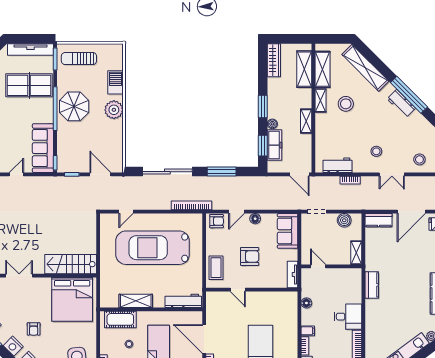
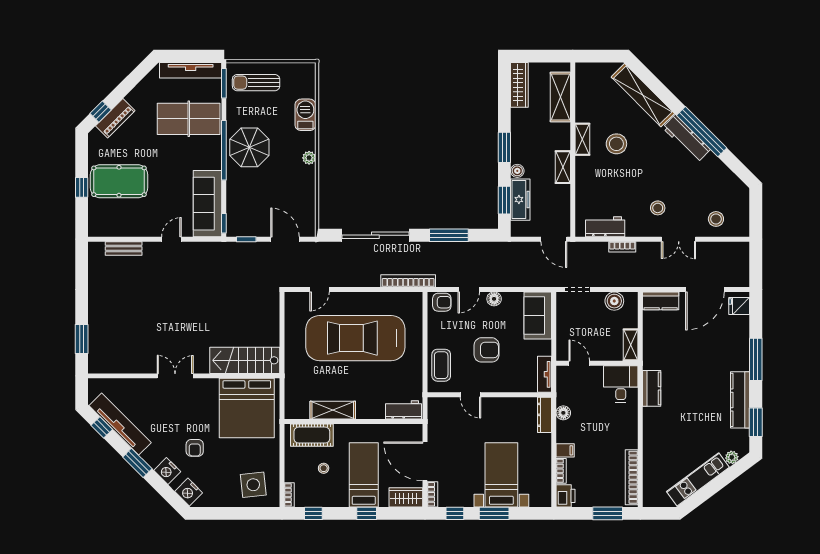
shelving: (322, 69) -> (585, 97), removed
workbench: (401, 103) -> (686, 138), width x1.38
plant: (114, 110) -> (309, 158), width x0.53, depth x0.53
workbench: (183, 301) -> (404, 410), width x0.73
dresser: (293, 305) -> (545, 415), added
desk: (348, 317) -> (621, 384), moved, turned -90

